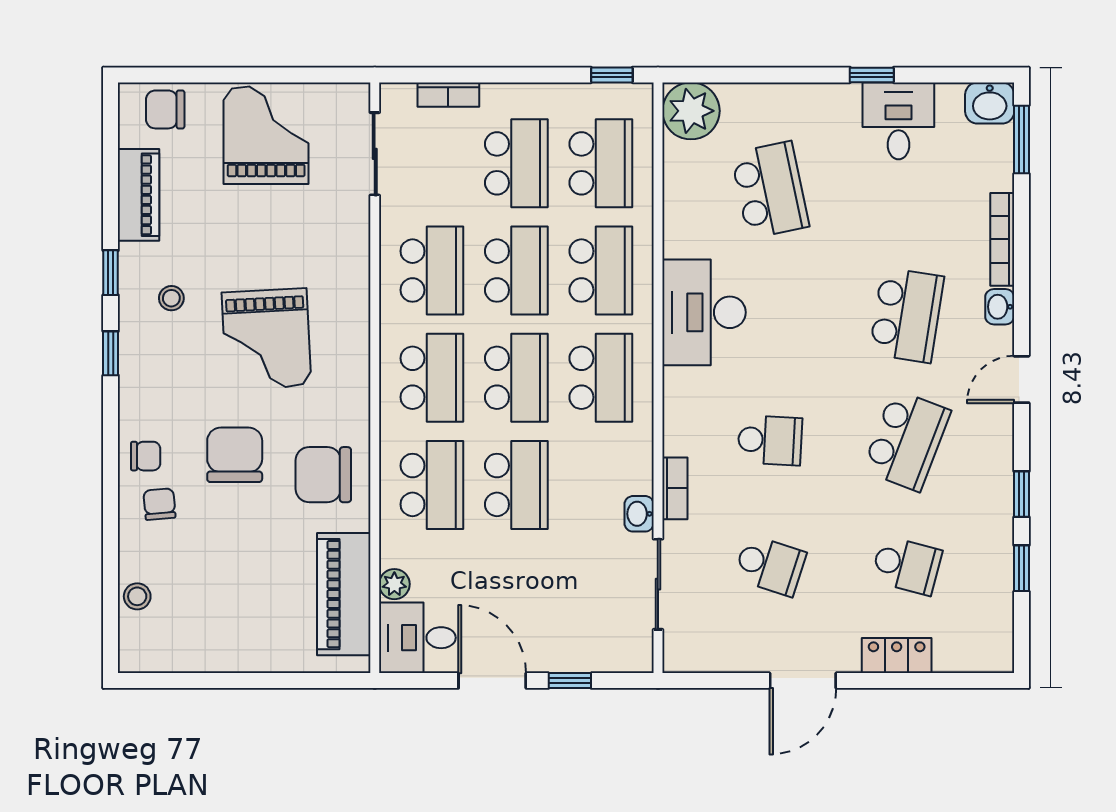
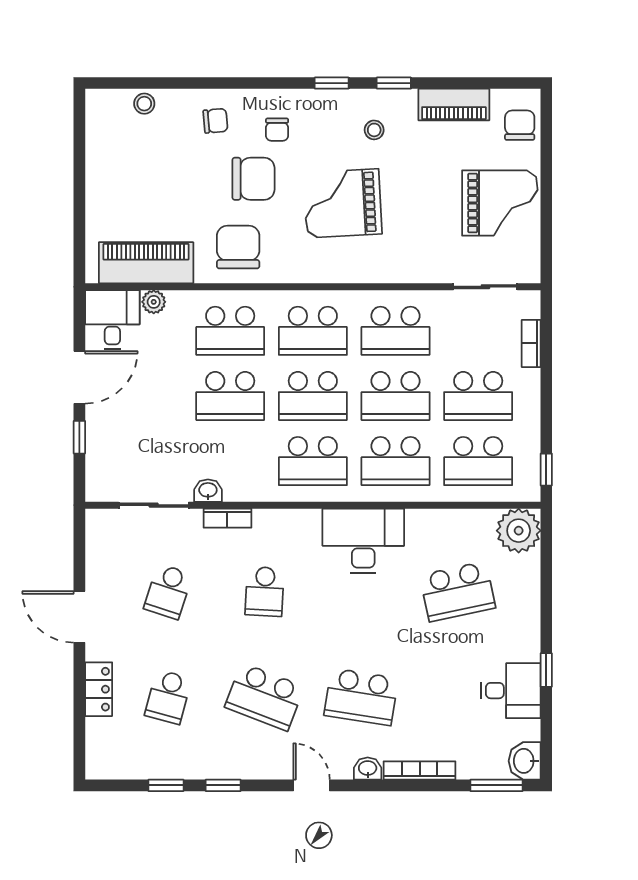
chair: (146, 456) -> (277, 130), moved

